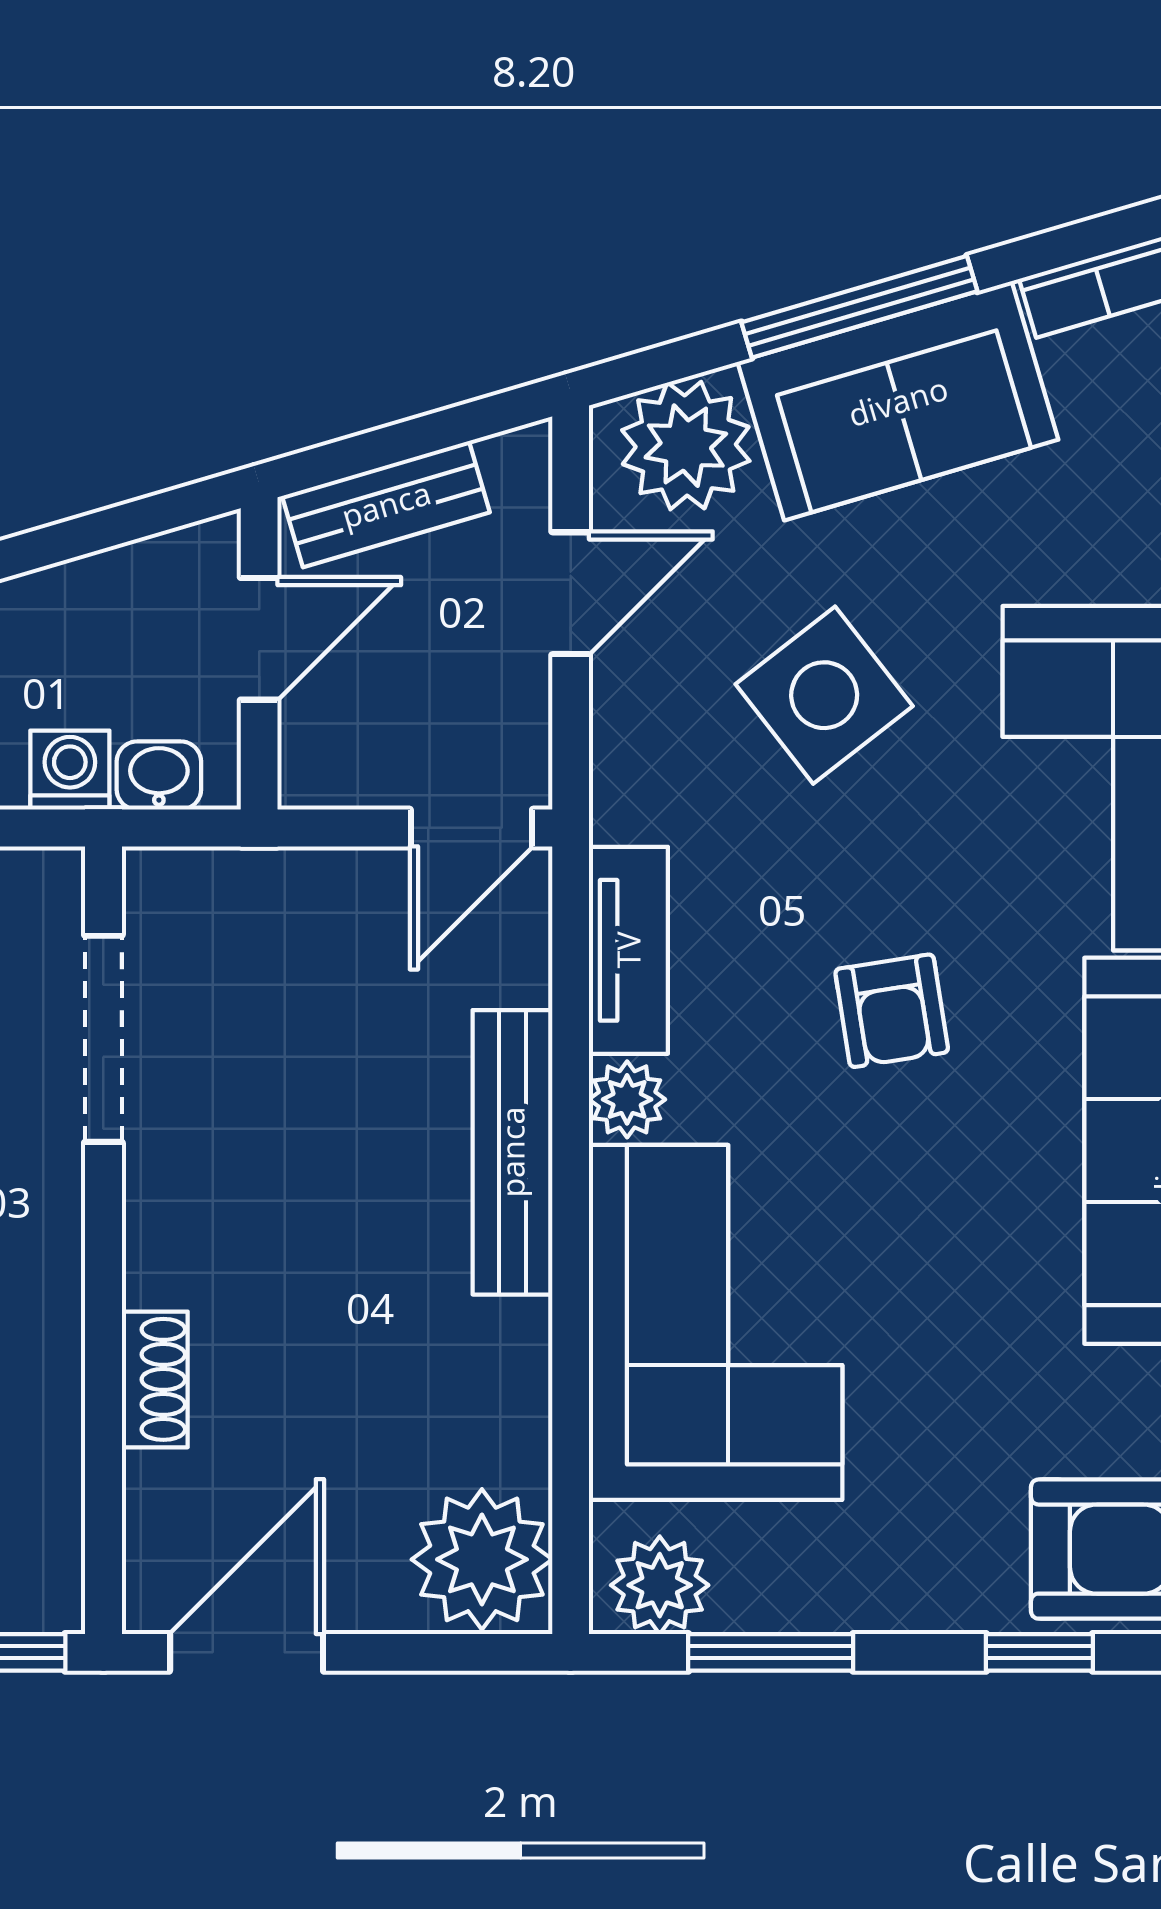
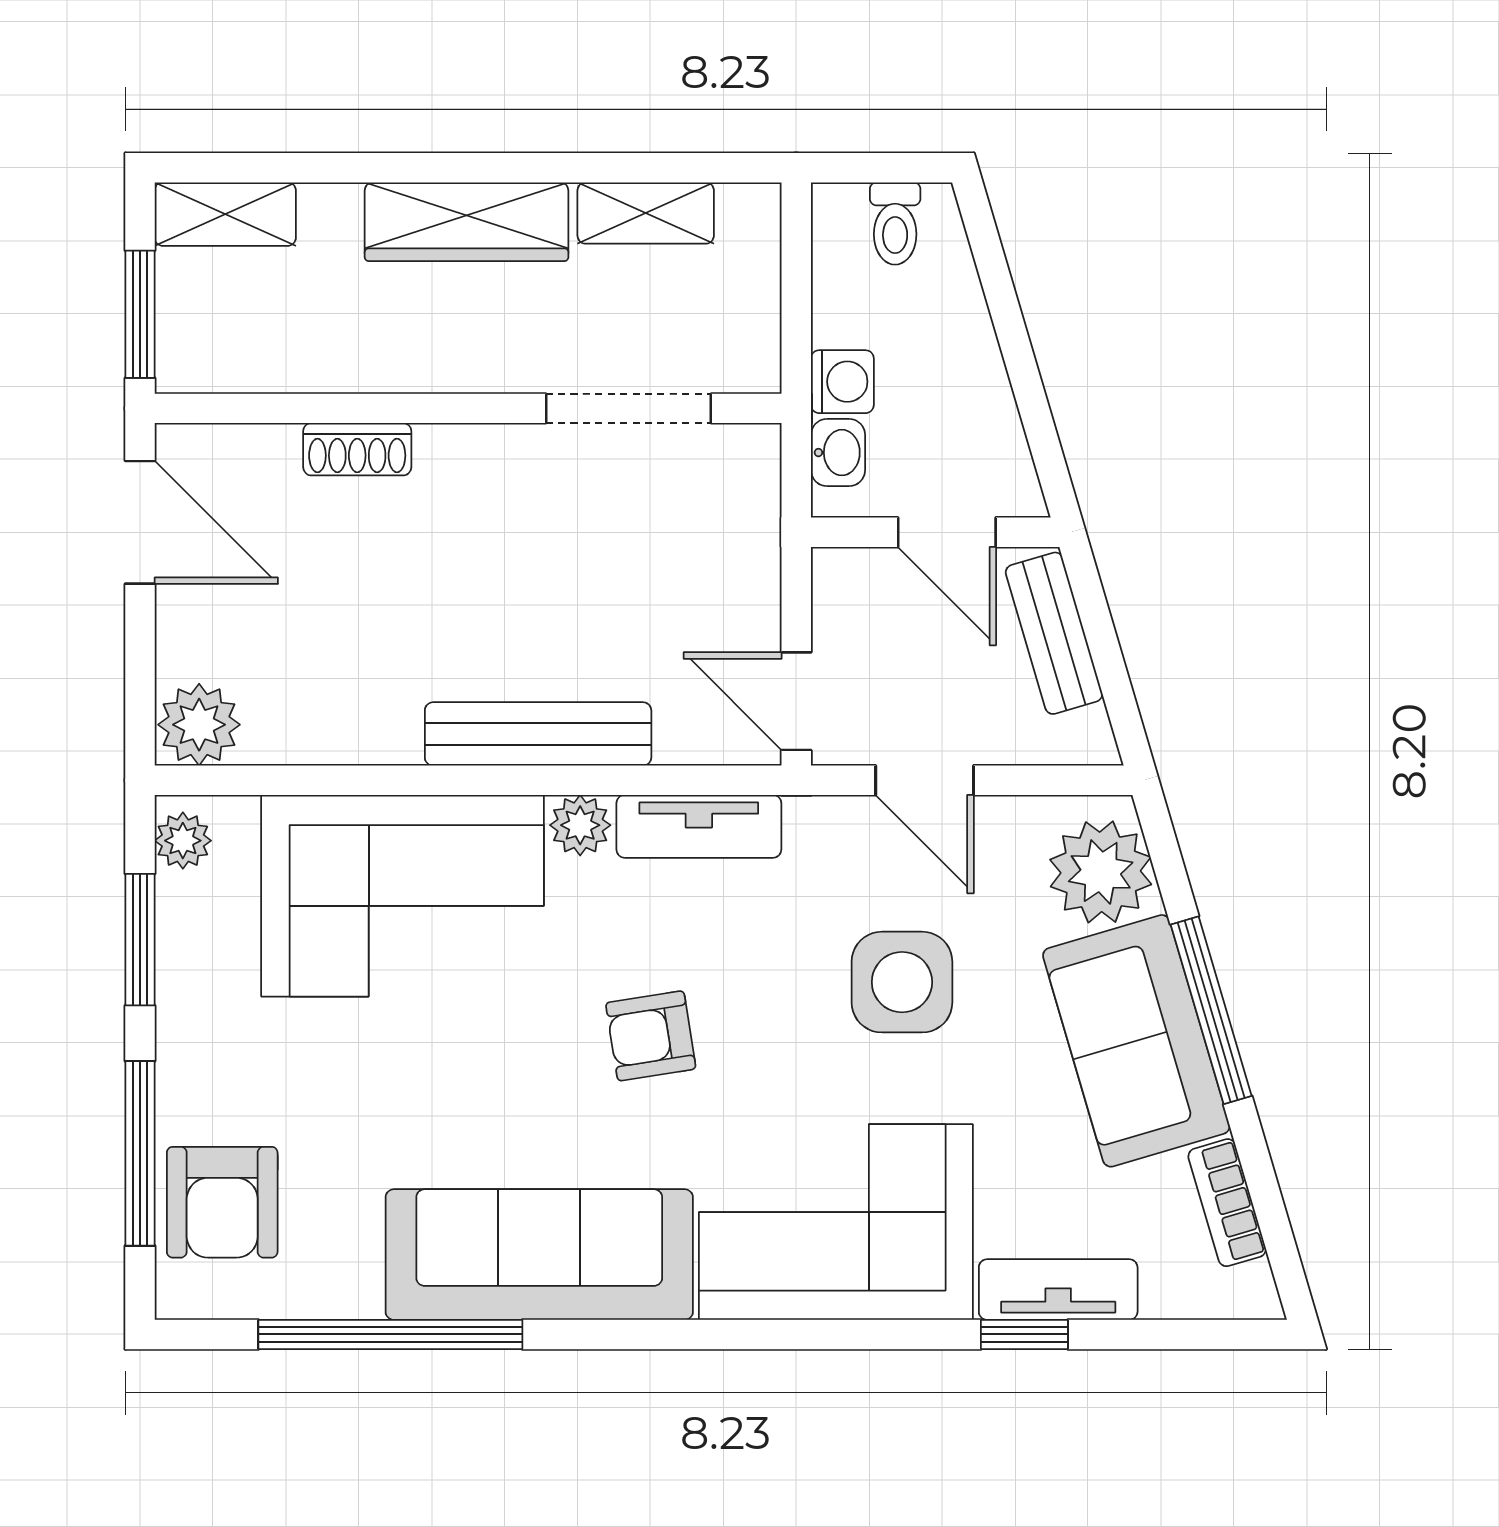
door: (571, 593) -> (925, 780), moved
side table: (824, 695) -> (902, 982), turned 38
plant: (482, 1559) -> (199, 725), width x0.73, depth x0.73
plant: (660, 1585) -> (183, 841), width x0.73, depth x0.73
window: (1039, 1652) -> (140, 1153), width x2.17

